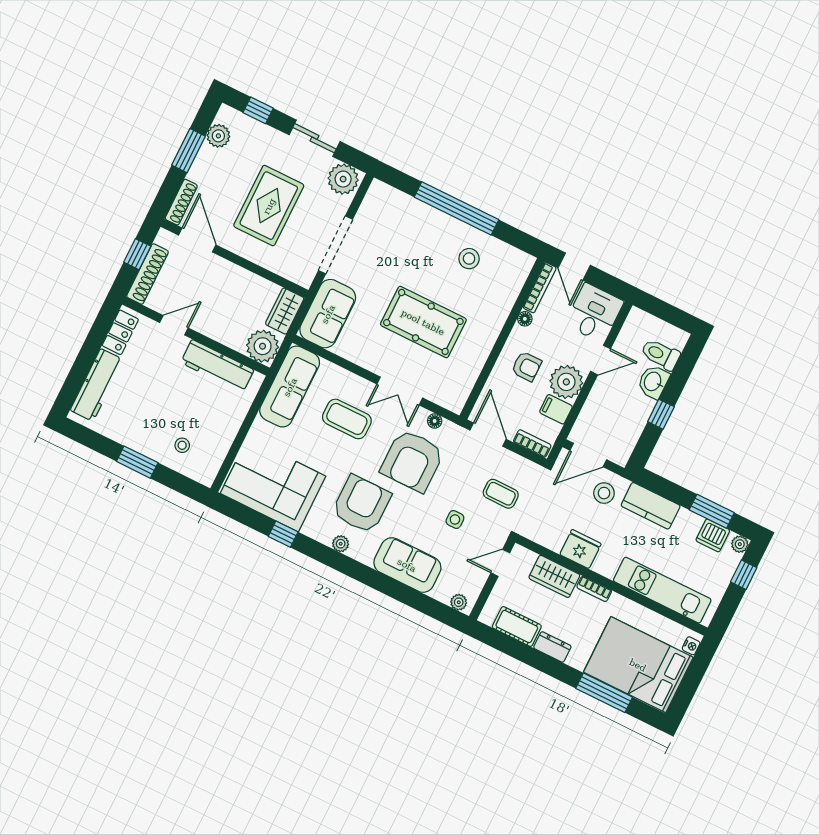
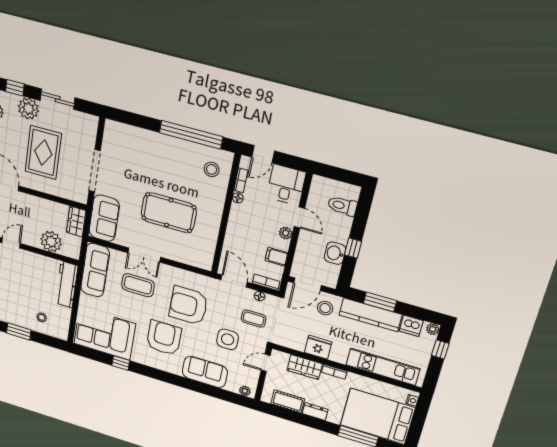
plant: (343, 179) -> (28, 109), moved
window: (456, 208) -> (191, 135), moved
stool: (469, 259) -> (212, 169), moved
door: (574, 267) -> (263, 154), hinge flipped
bookcase: (540, 288) -> (241, 180), width x0.64
plant: (263, 346) -> (51, 242), moved
door: (601, 360) -> (299, 217), hinge flipped
workbench: (217, 366) -> (67, 285), moved, turned 90
armchair: (526, 366) -> (248, 231), removed
plant: (566, 382) -> (286, 233), width x0.53, depth x0.53
washbasin: (653, 382) -> (335, 253), moved
double door: (400, 391) -> (144, 255), moved
floor lamp: (435, 421) -> (260, 296), moved
armchair: (412, 461) -> (188, 306), turned 90
kitchen counter: (651, 506) -> (370, 315), width x1.50
window: (712, 511) -> (380, 302), moved
side table: (455, 520) -> (228, 339), width x1.87, depth x1.87
plant: (341, 544) -> (158, 364), removed

